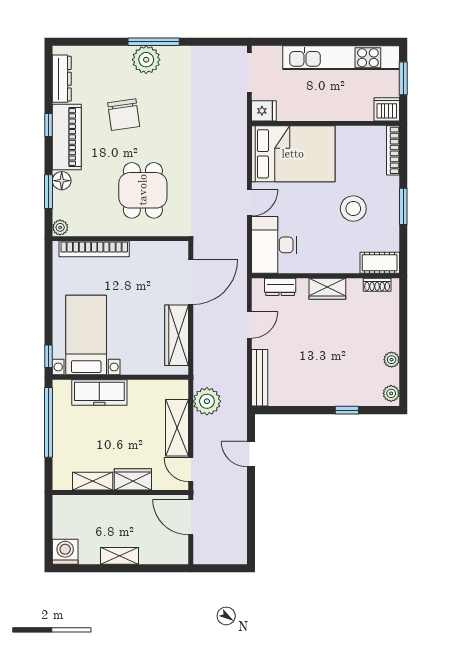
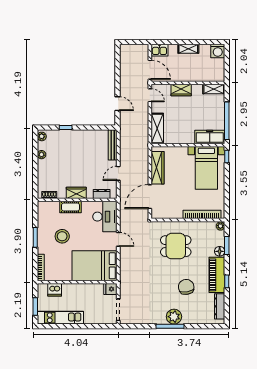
kitchen unit: (341, 58) -> (60, 318), width x0.73
dishwasher: (387, 109) -> (55, 290), moved
dining table: (143, 190) -> (176, 246), turned 90
door: (249, 203) -> (118, 239), swing flipped
cot: (380, 263) -> (70, 207), moved
freezer: (99, 392) -> (210, 137), moved
plant: (207, 401) -> (141, 132), removed
shelving: (177, 428) -> (157, 128), moved
shelving: (93, 481) -> (214, 89), moved
kitchen sink: (173, 553) -> (159, 50), added

